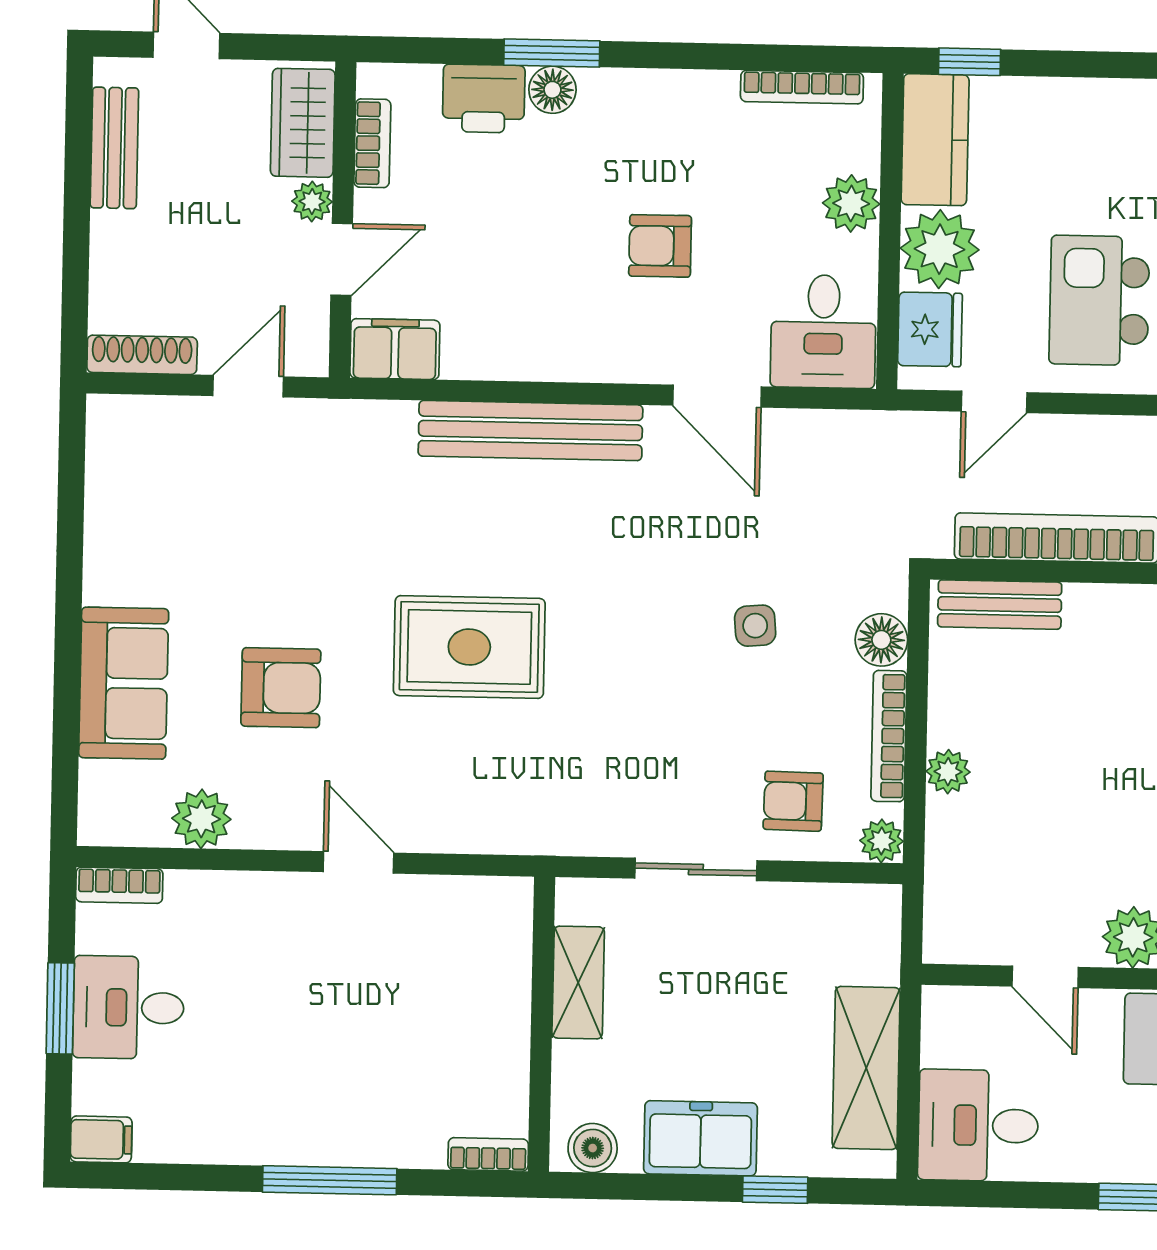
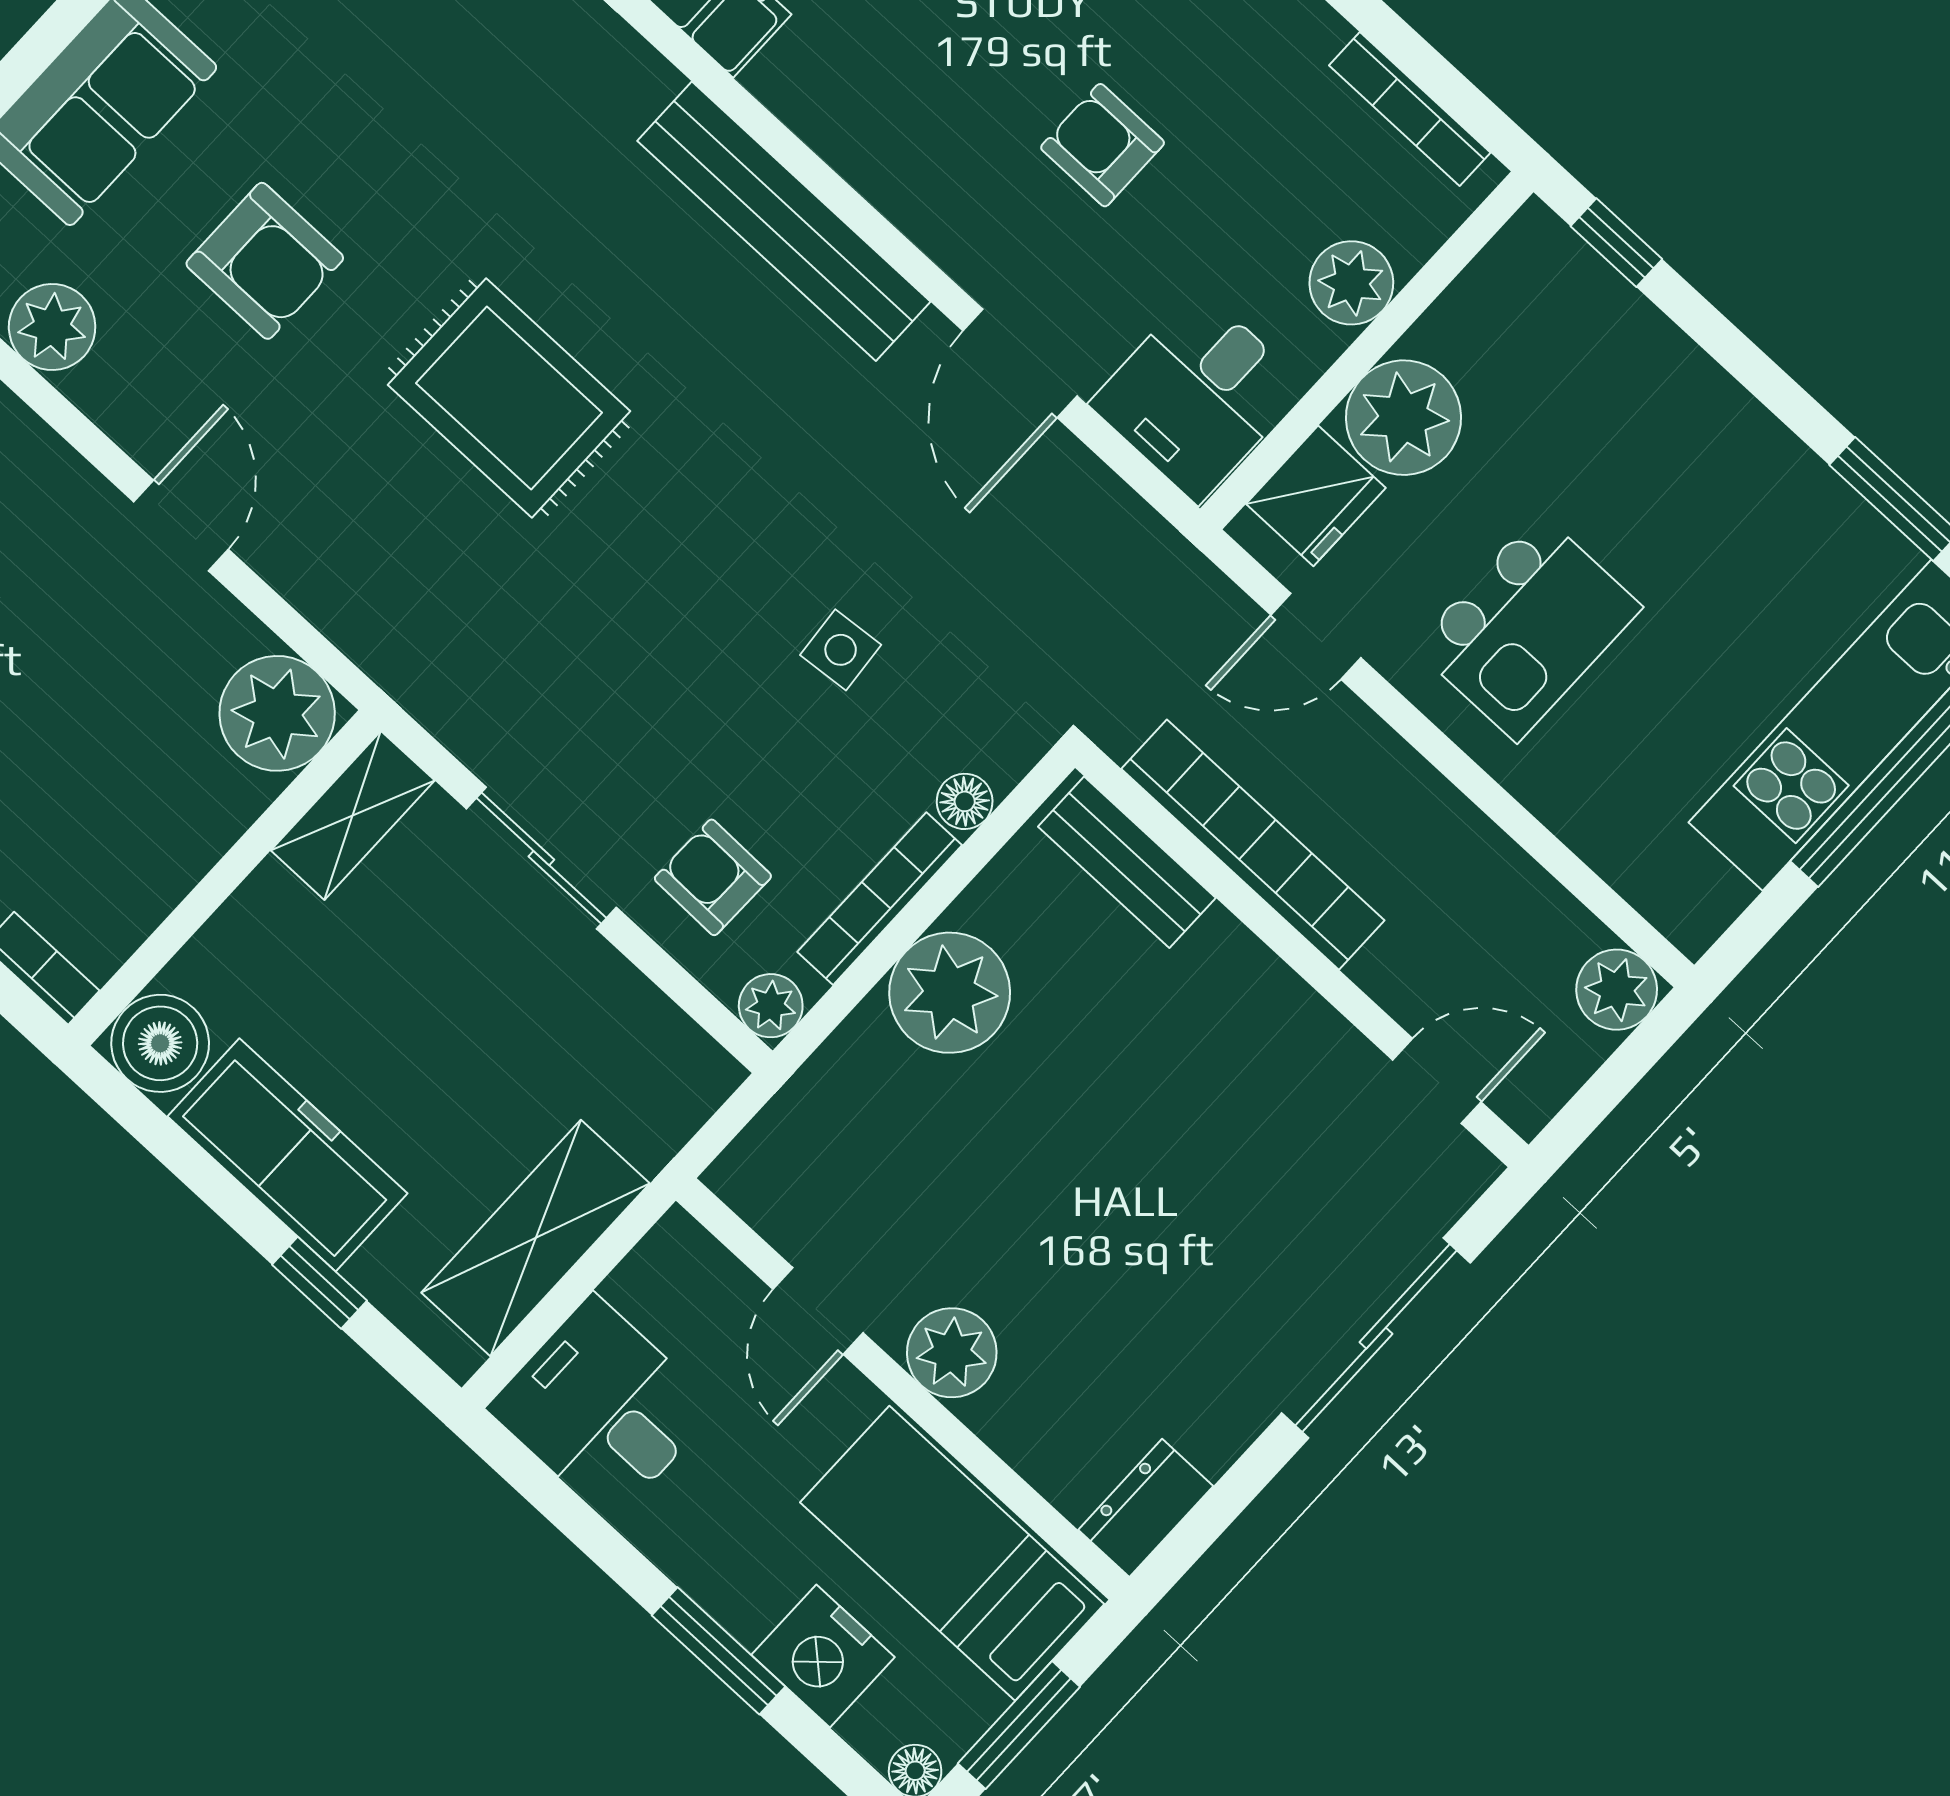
kitchen counter: (935, 140) -> (1504, 294), removed
kitchen island: (1099, 300) -> (1528, 627), turned 180
floor lamp: (881, 640) -> (965, 801), width x0.73, depth x0.73
plant: (948, 772) -> (950, 993), width x1.88, depth x1.88
plant: (494, 915) -> (277, 713), added
shelving: (578, 982) -> (353, 815), moved
freezer: (700, 1138) -> (288, 1155), width x1.40
boiler: (593, 1148) -> (160, 1043), width x1.36, depth x1.36

